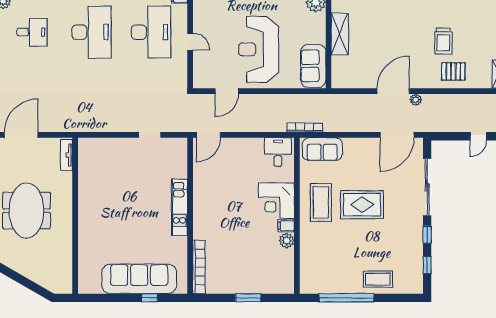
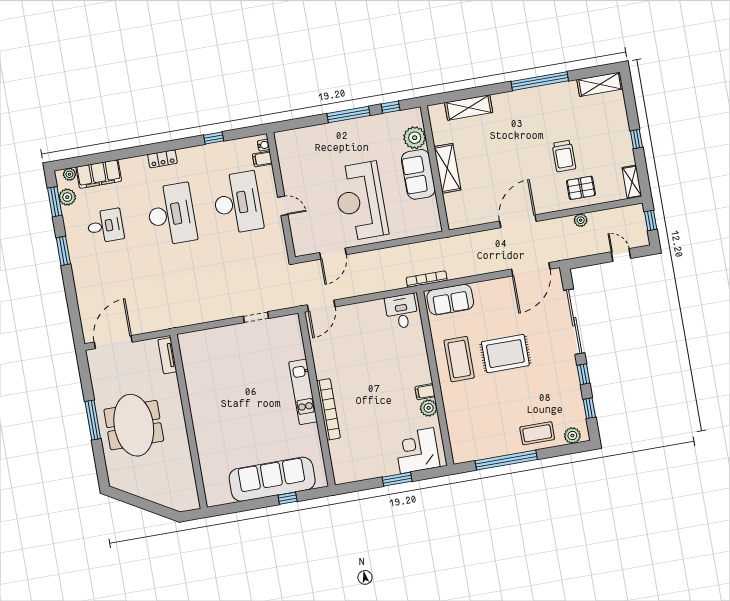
sofa: (313, 66) -> (418, 174), moved
plant: (416, 100) -> (581, 220), moved
door: (478, 136) -> (621, 255), swing flipped
corner desk: (276, 201) -> (417, 451), moved, turned 90
bookcase: (199, 267) -> (328, 409), moved
plant: (408, 286) -> (572, 436), added

